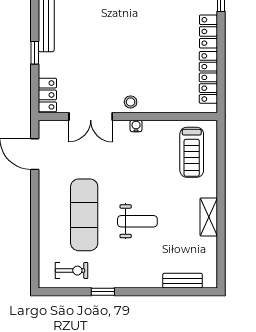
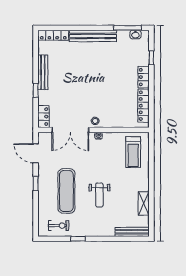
double door: (91, 116) -> (70, 130), width x1.37
window: (35, 203) -> (36, 184), added
shelving: (209, 217) -> (144, 203), moved
weight bench: (137, 221) -> (99, 195), turned 90
bench: (182, 281) -> (132, 232), width x1.36

